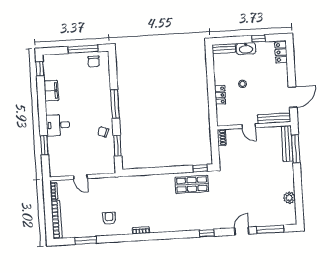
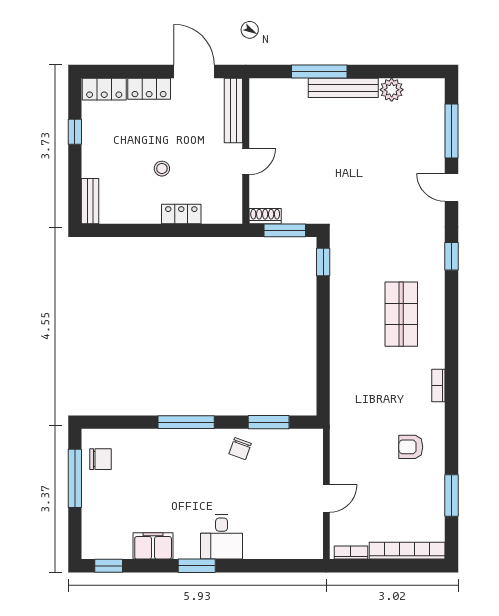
washbasin: (246, 49) -> (93, 158), removed
locker: (283, 75) -> (149, 89), added
bench: (287, 144) -> (343, 88), moved
window: (44, 145) -> (197, 566), moved
window: (215, 148) -> (285, 230), added
window: (296, 149) -> (319, 71), moved
shop shelf: (192, 184) -> (401, 314), moved

